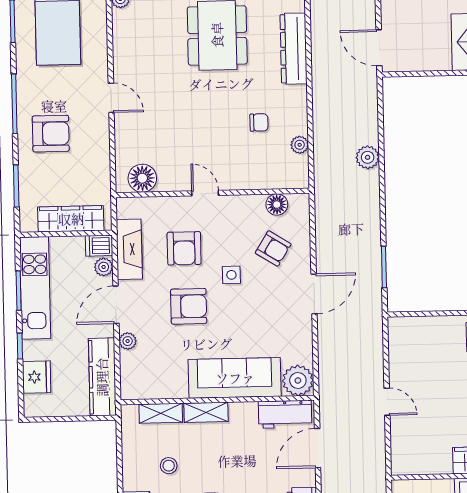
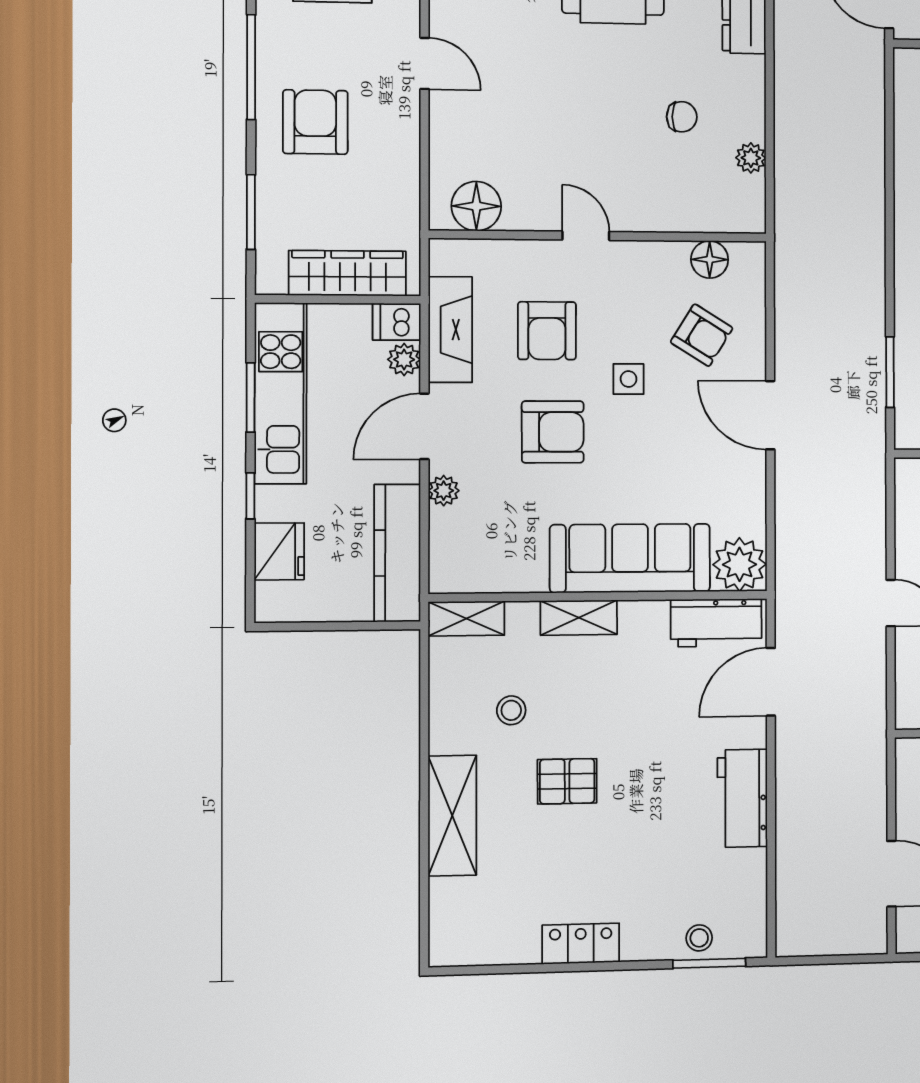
armchair: (51, 134) -> (315, 122), turned -90
plant: (368, 157) -> (866, 184), removed
door: (314, 294) -> (770, 415), swing flipped
shelving: (161, 413) -> (466, 619), moved

